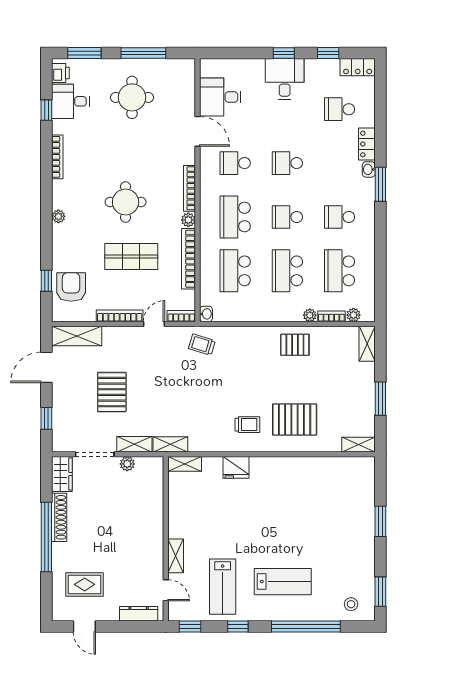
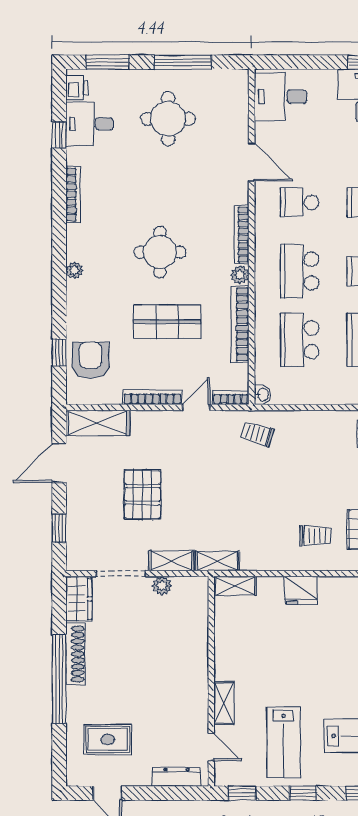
desk: (220, 97) -> (281, 97), moved

